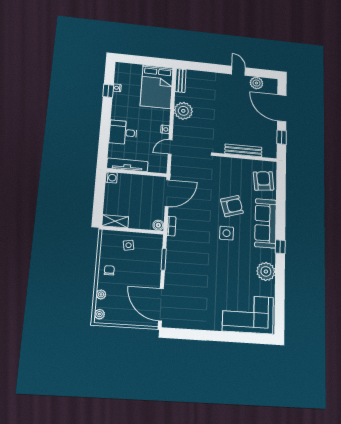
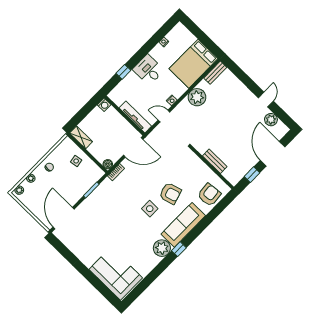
window: (108, 91) -> (123, 72), moved
desk: (123, 132) -> (148, 70), moved
bench: (243, 150) -> (215, 161), width x0.73
tv unit: (127, 165) -> (135, 117), moved
plant: (266, 271) -> (162, 248), moved

